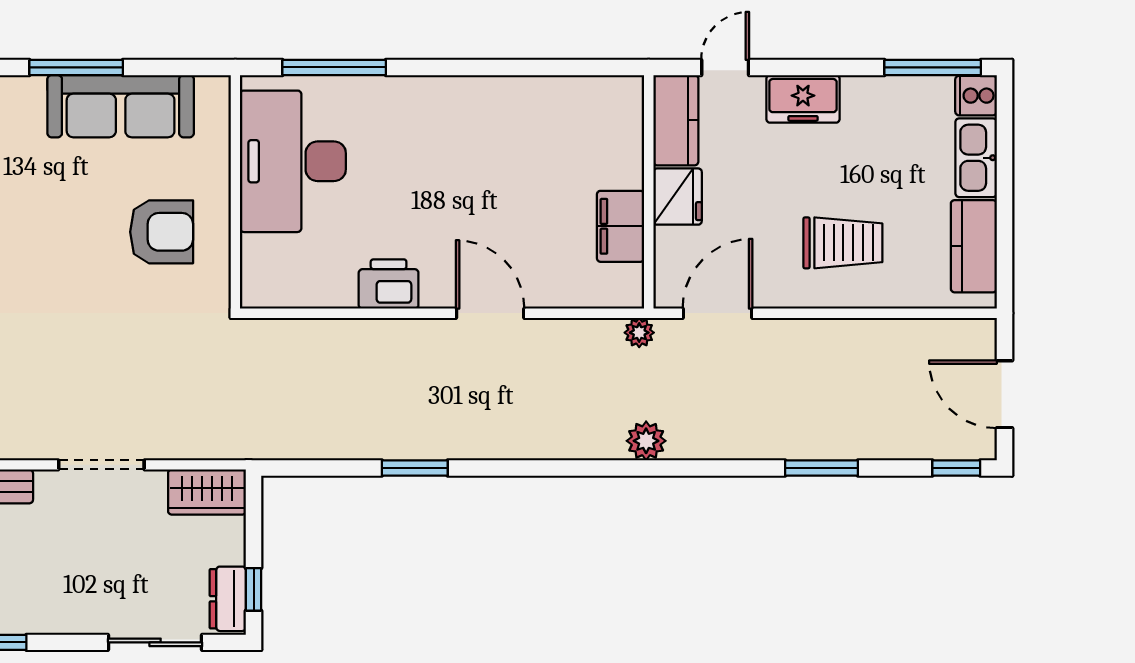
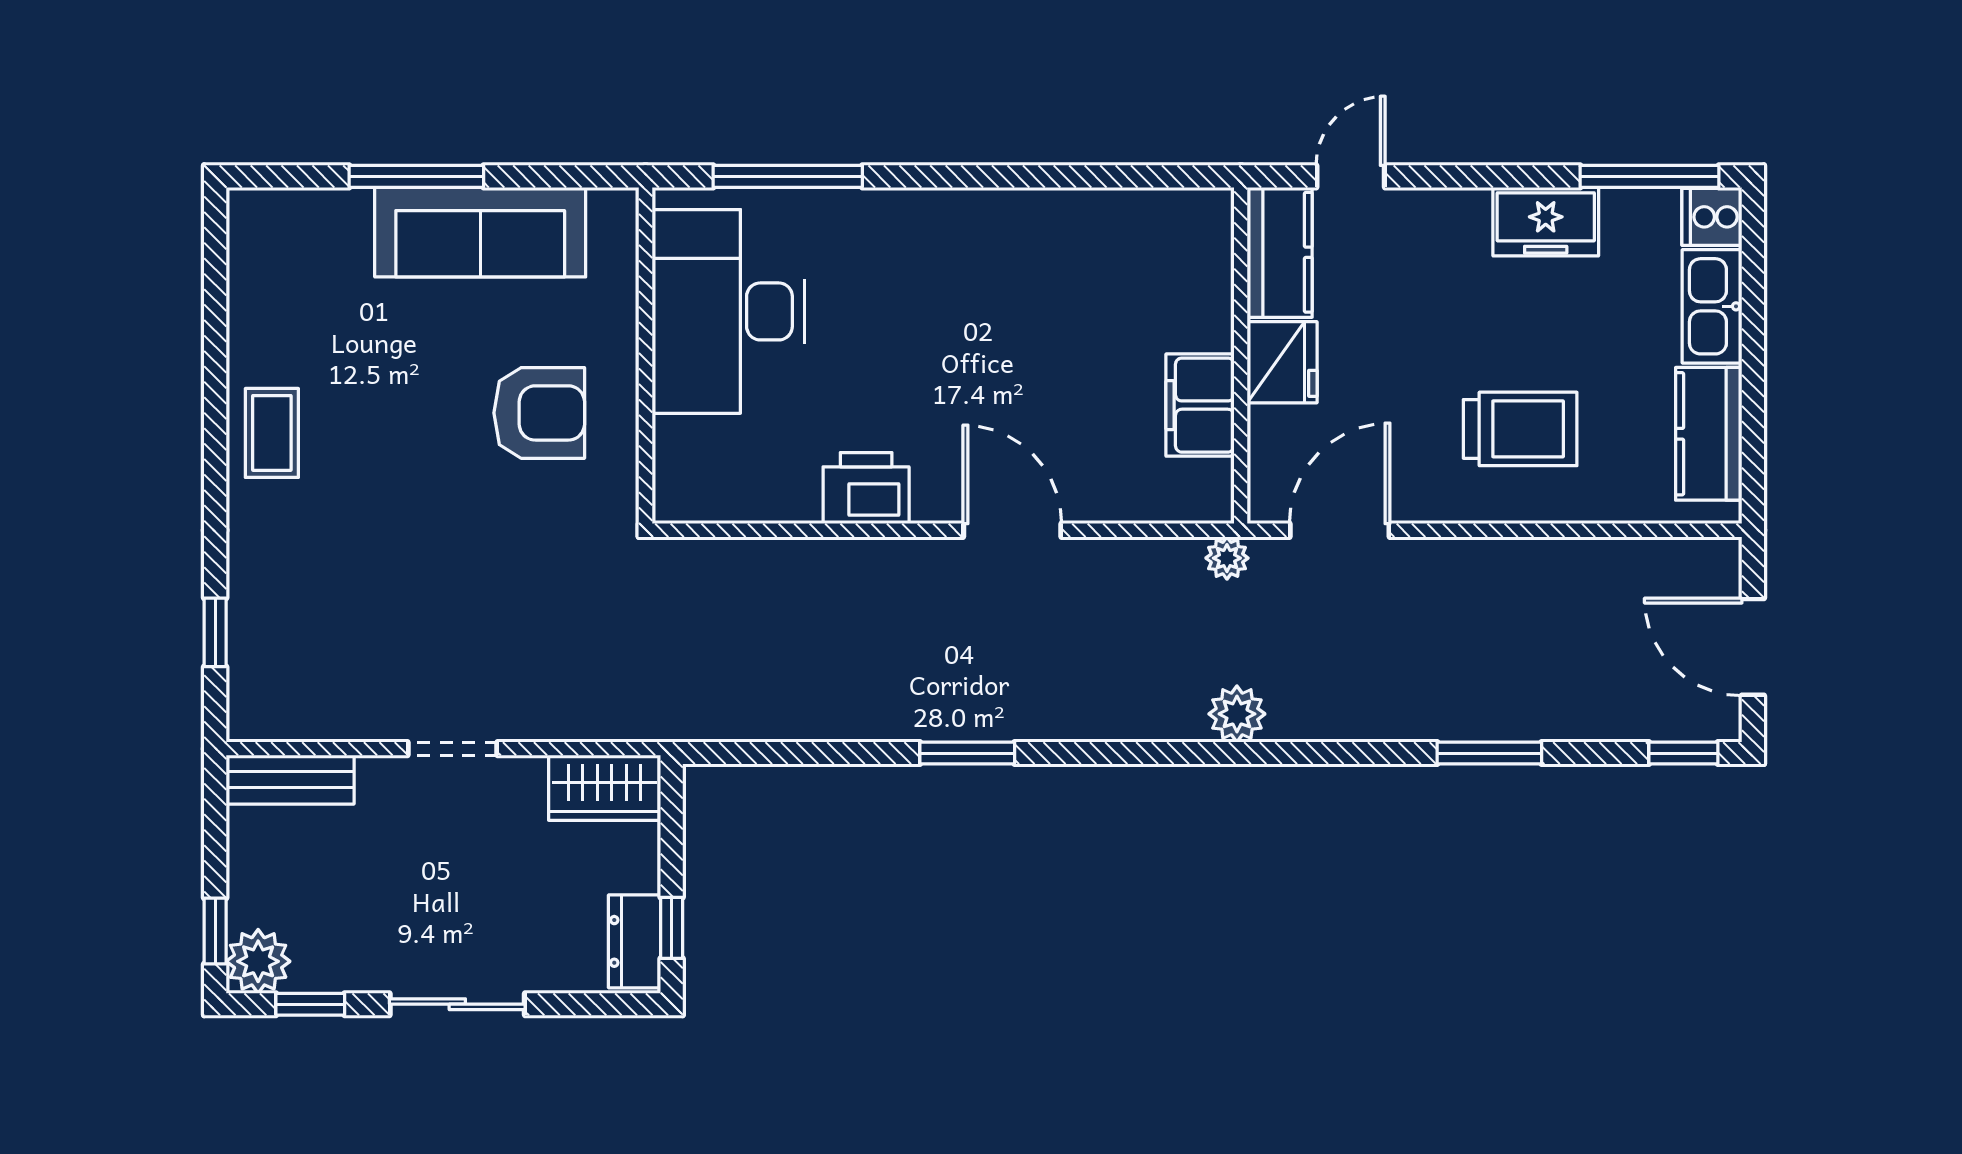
freezer: (803, 99) -> (1546, 222), moved
doorway: (101, 465) -> (453, 749), width x0.73
window: (415, 468) -> (967, 753), moved
sliding door: (155, 642) -> (457, 1004), moved

